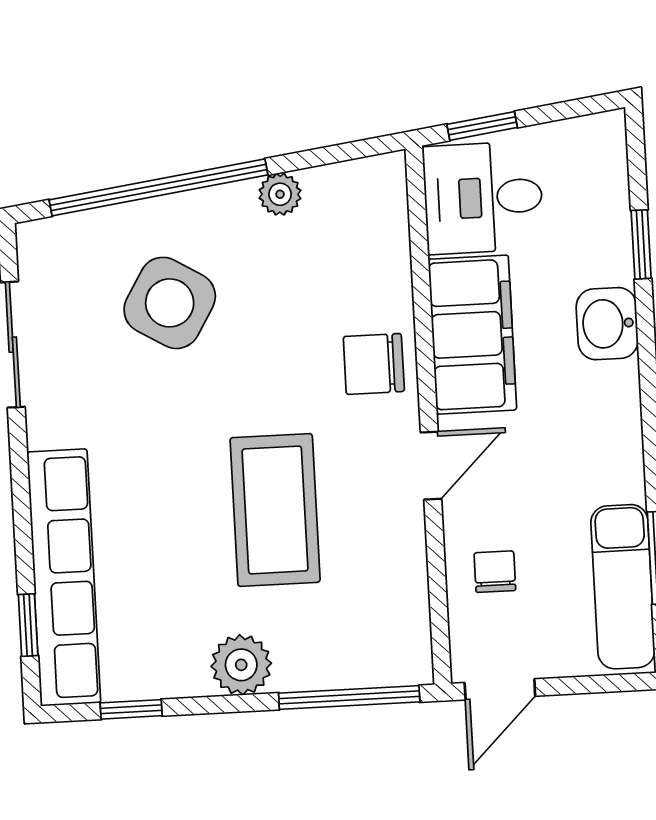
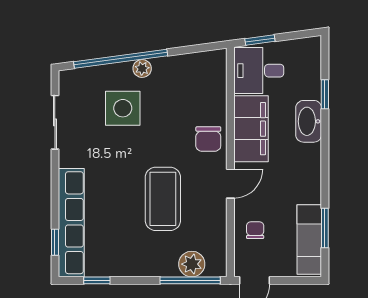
plant: (280, 194) -> (142, 69), moved
side table: (170, 303) -> (123, 108), turned -31
washbasin: (607, 324) -> (309, 121), width x1.38
chair: (374, 364) -> (208, 139), turned -90
plant: (241, 665) -> (192, 264), moved

